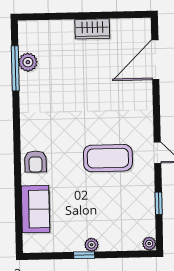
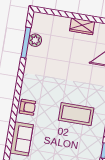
armchair: (35, 162) -> (28, 107), turned -90

